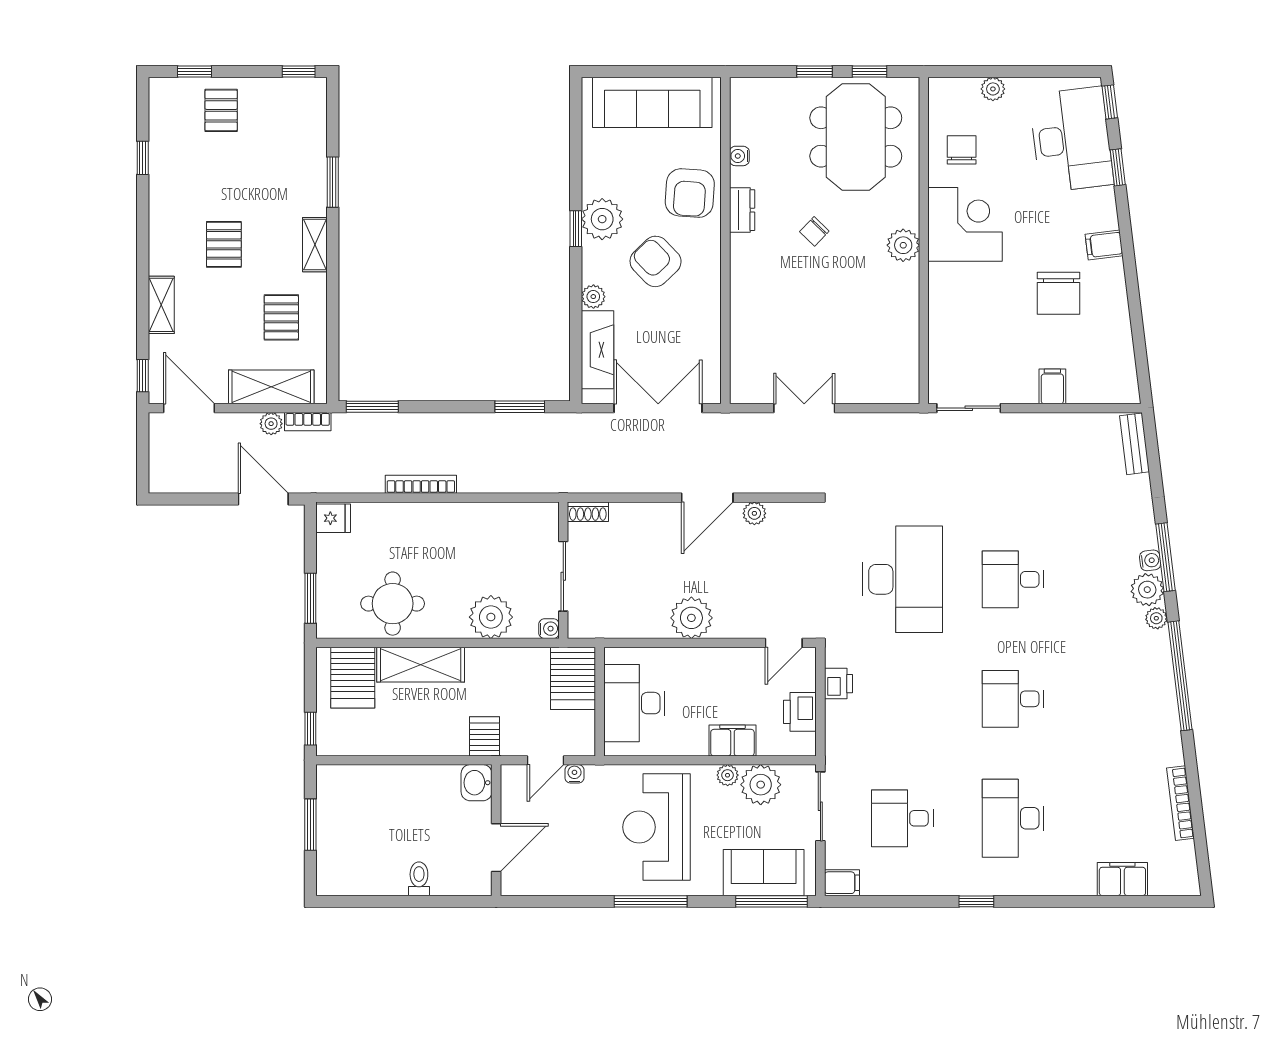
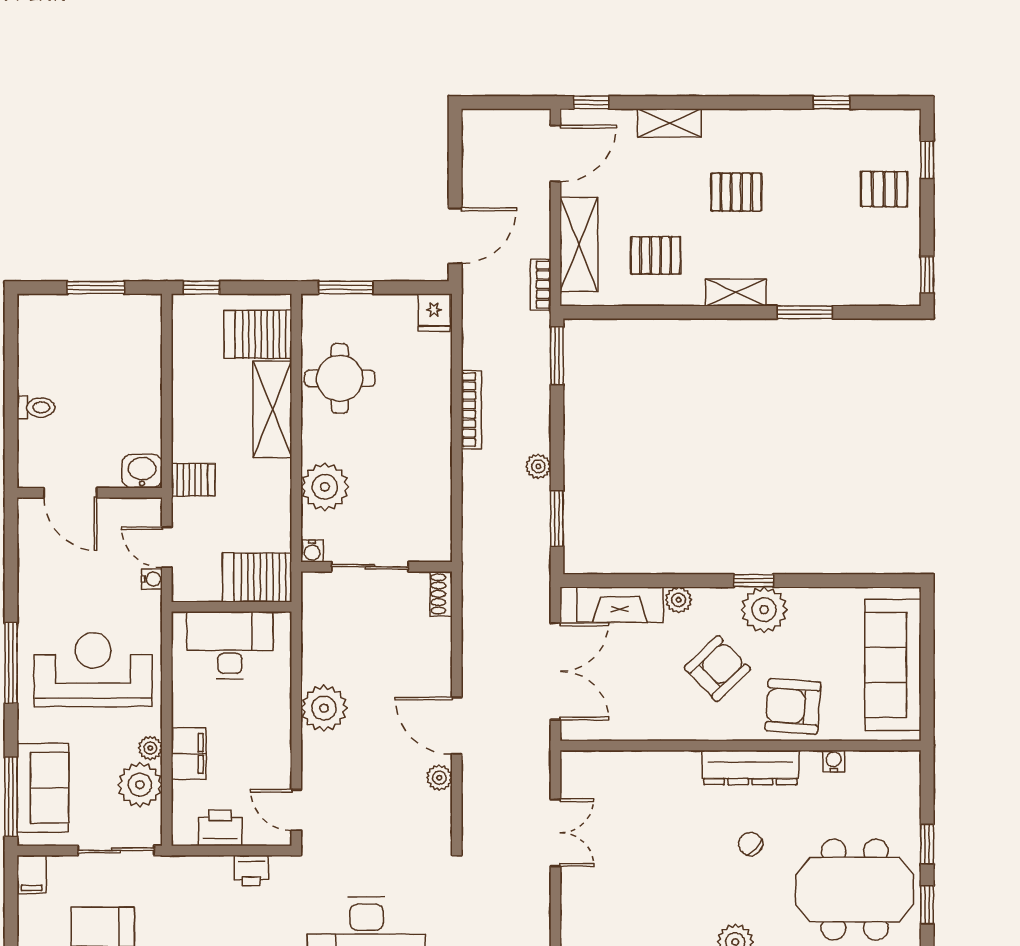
dresser: (742, 210) -> (750, 768), width x1.96, depth x1.24
plant: (271, 424) -> (538, 466), moved

